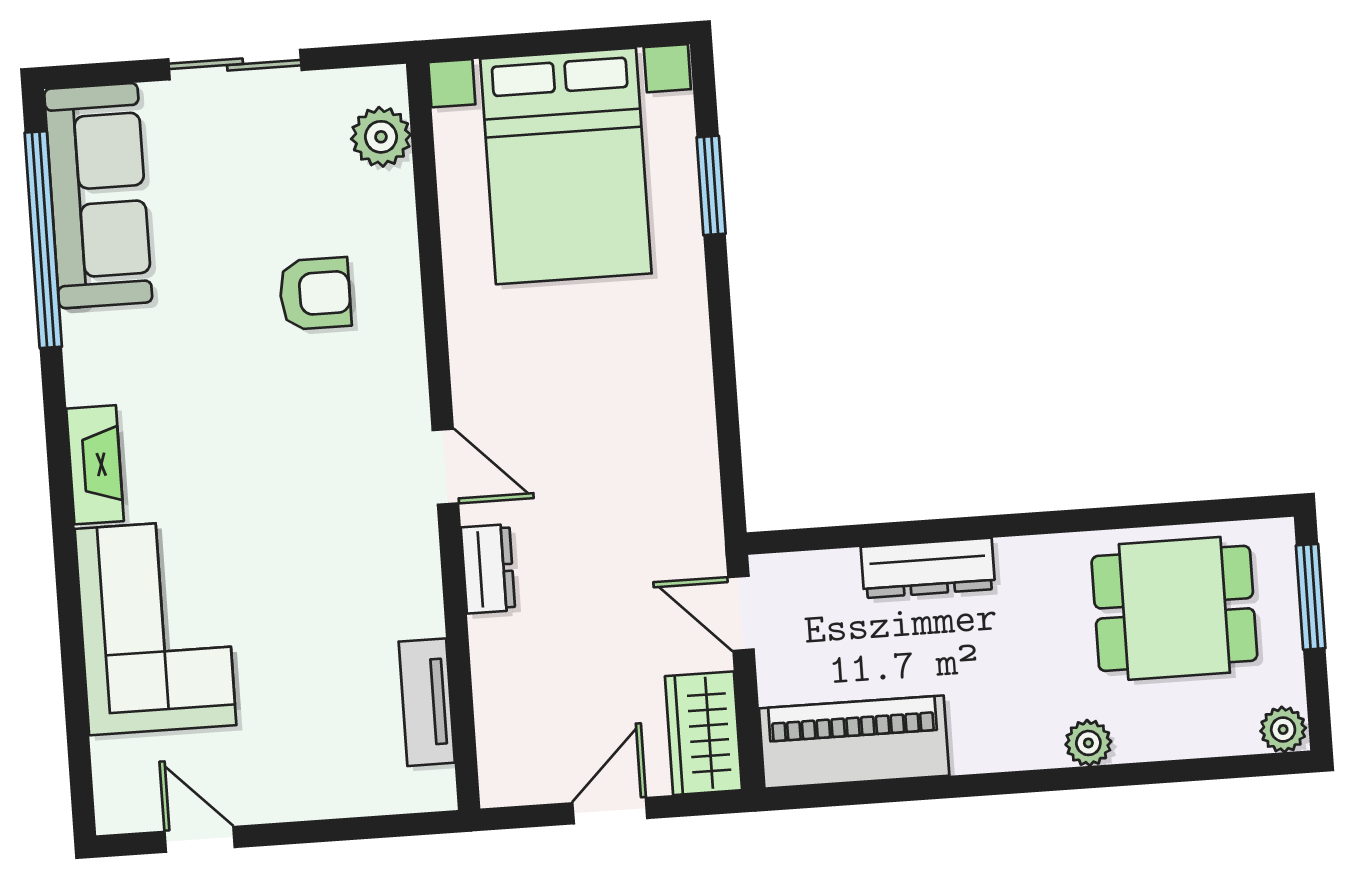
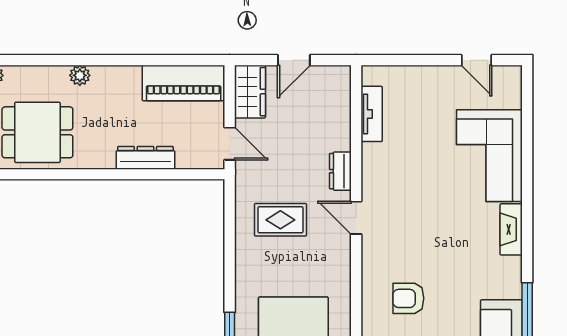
rug: (615, 450) -> (280, 220), added

